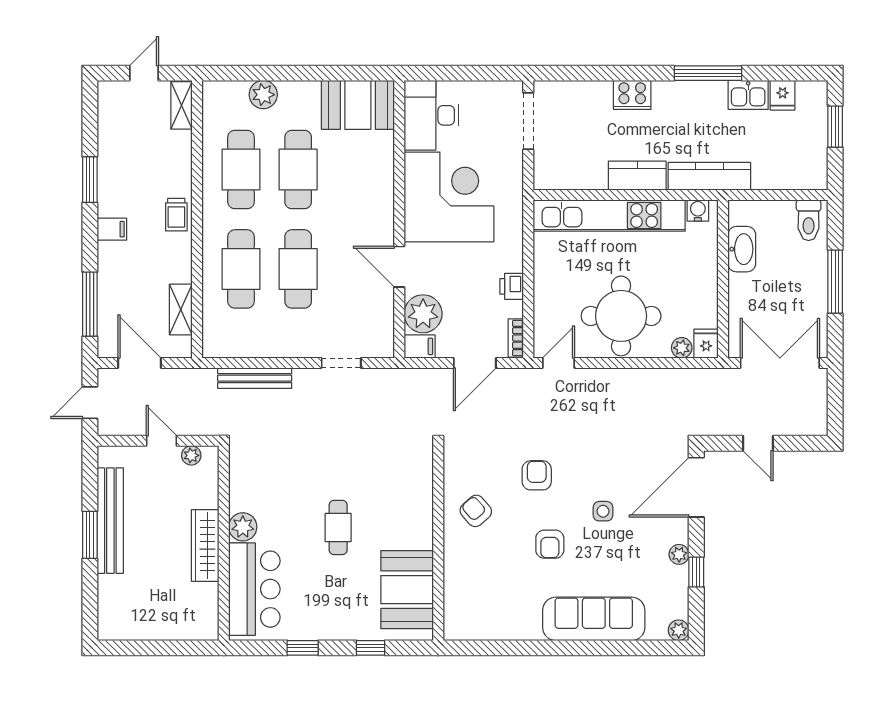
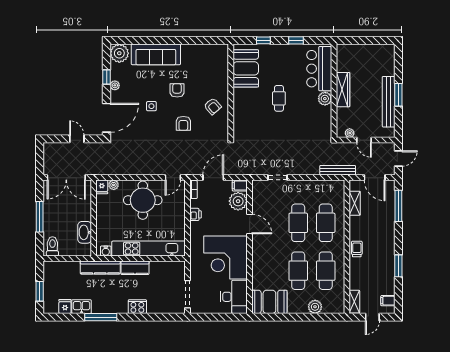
filing cabinet: (112, 229) -> (388, 301), moved
bench: (255, 378) -> (338, 170), moved
plant: (679, 630) -> (119, 53), width x1.88, depth x1.88

